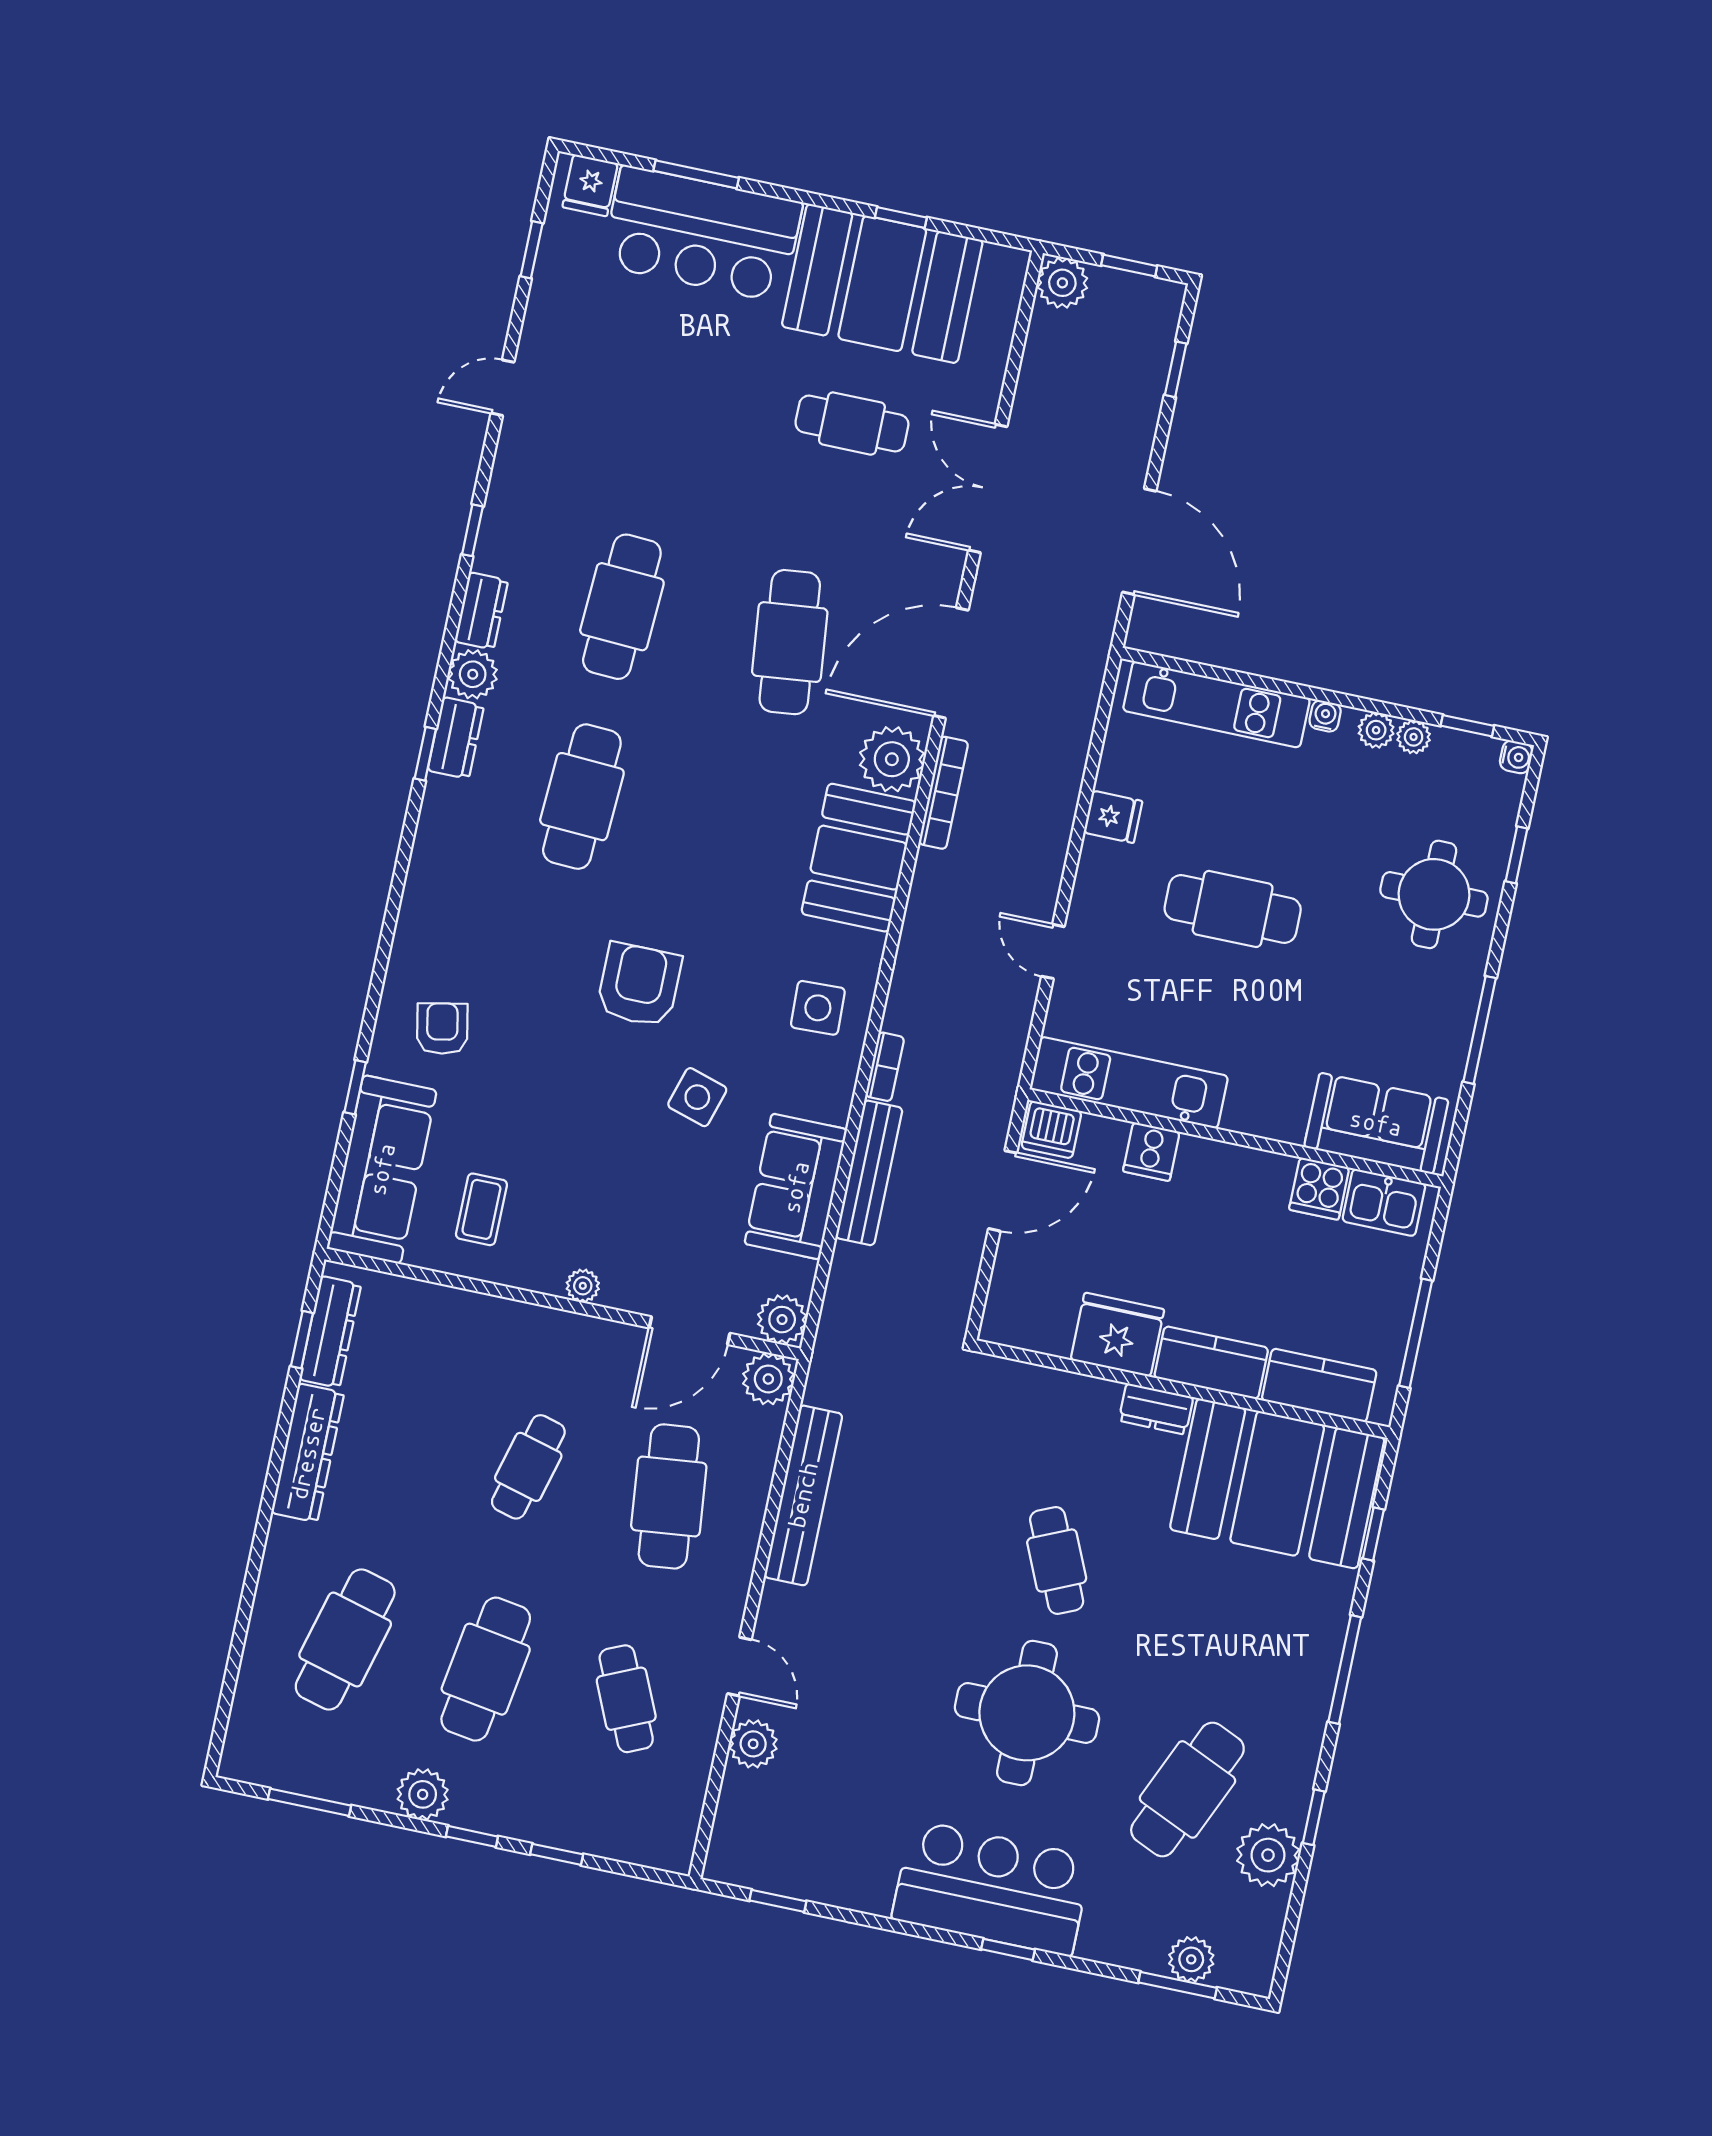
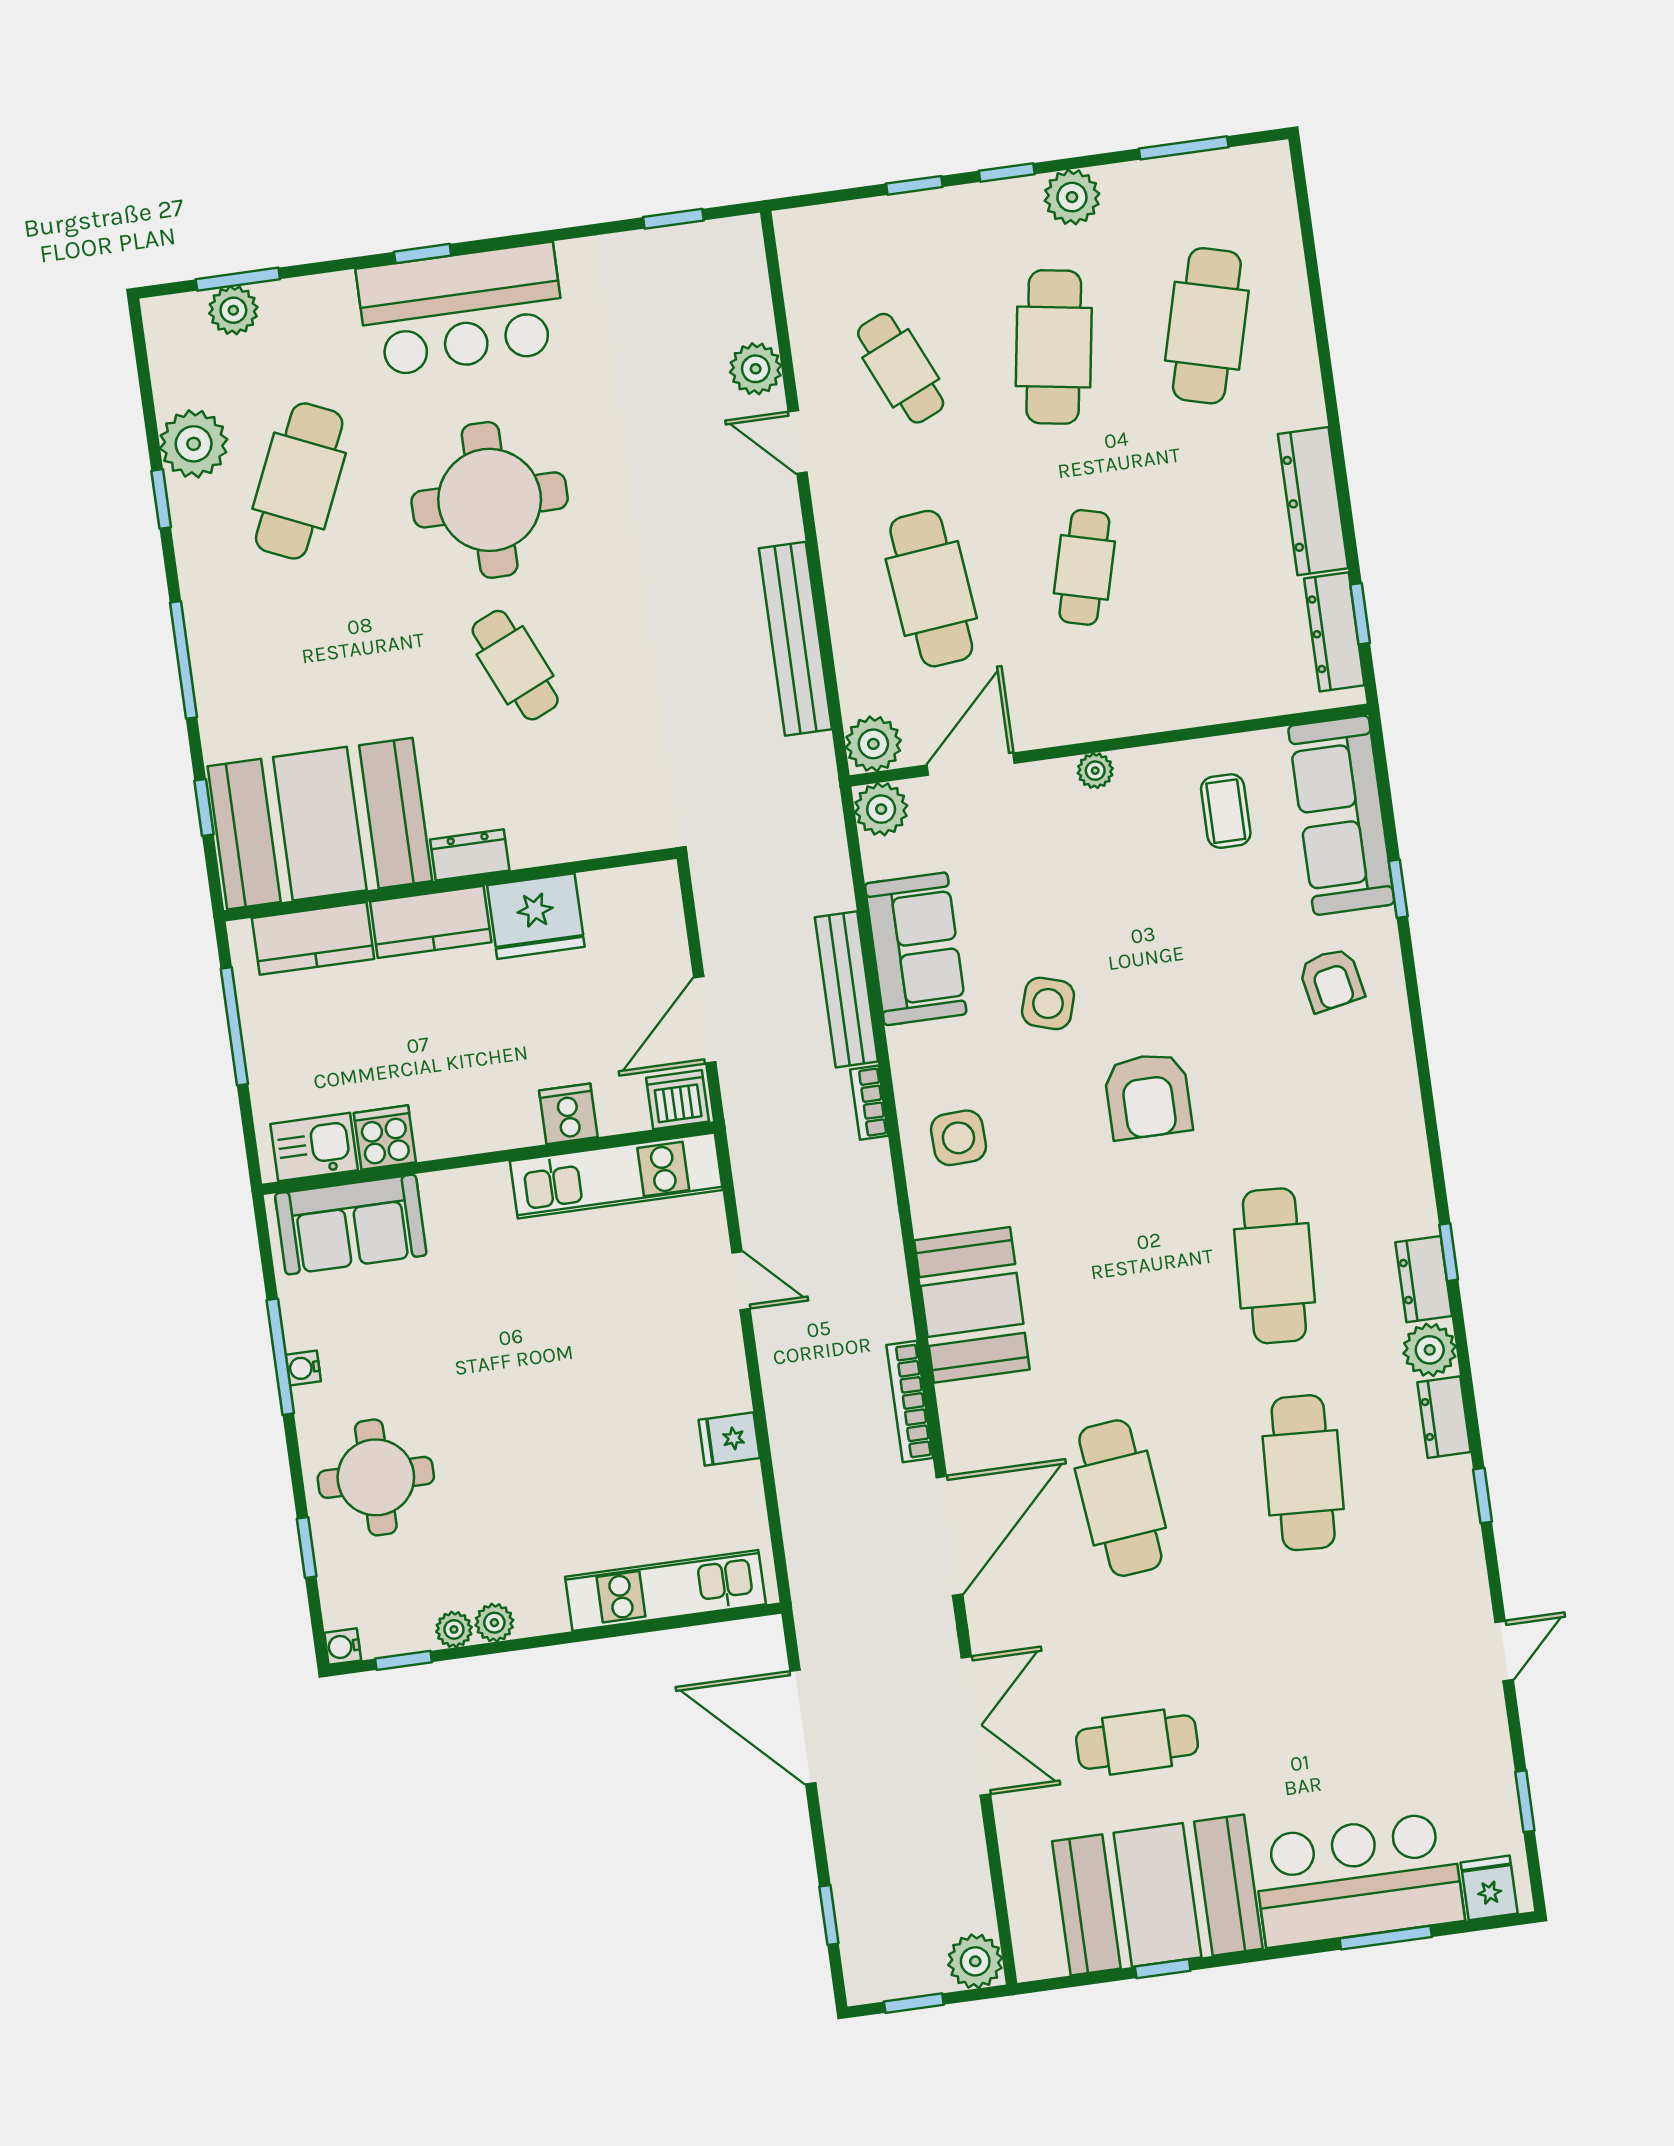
water cooler: (1325, 716) -> (303, 1368), moved, turned 90
plant: (892, 759) -> (974, 1417), removed
cafe table: (1233, 909) -> (574, 1389), removed

